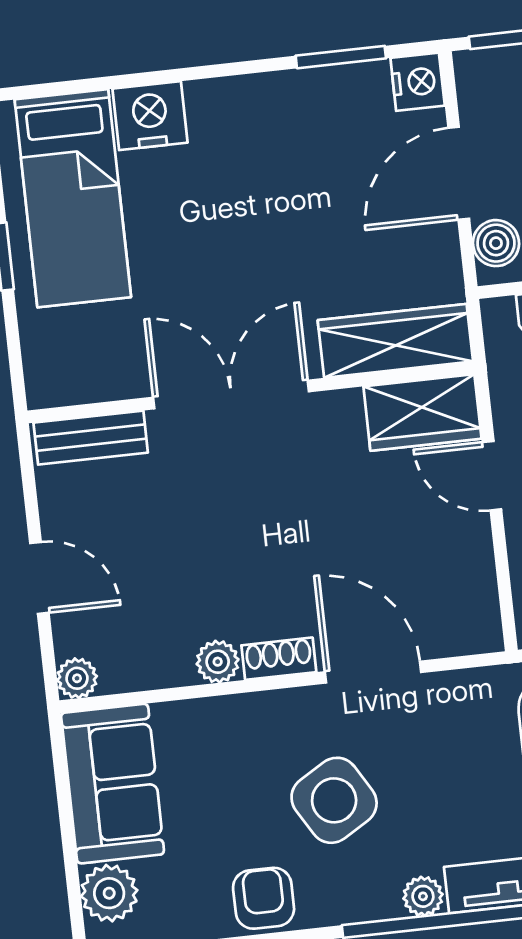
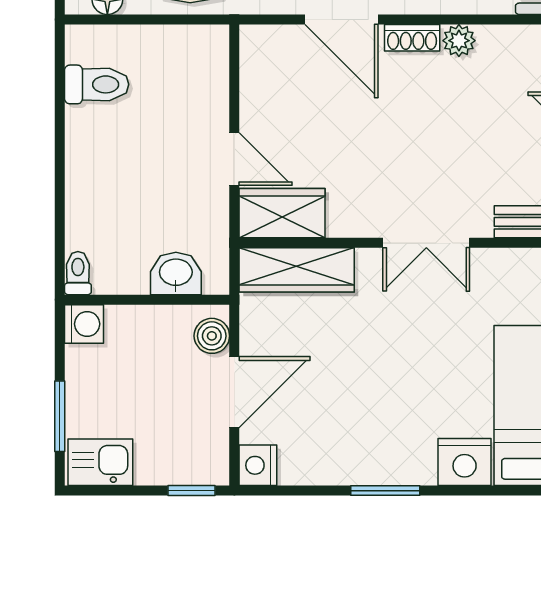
window: (341, 57) -> (385, 491), moved
double door: (231, 395) -> (426, 243), width x0.73

